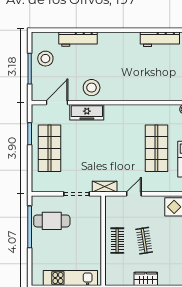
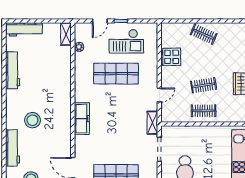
stool: (92, 88) -> (32, 120), moved
freezer: (87, 112) -> (82, 119), moved
door: (134, 194) -> (159, 95), swing flipped

